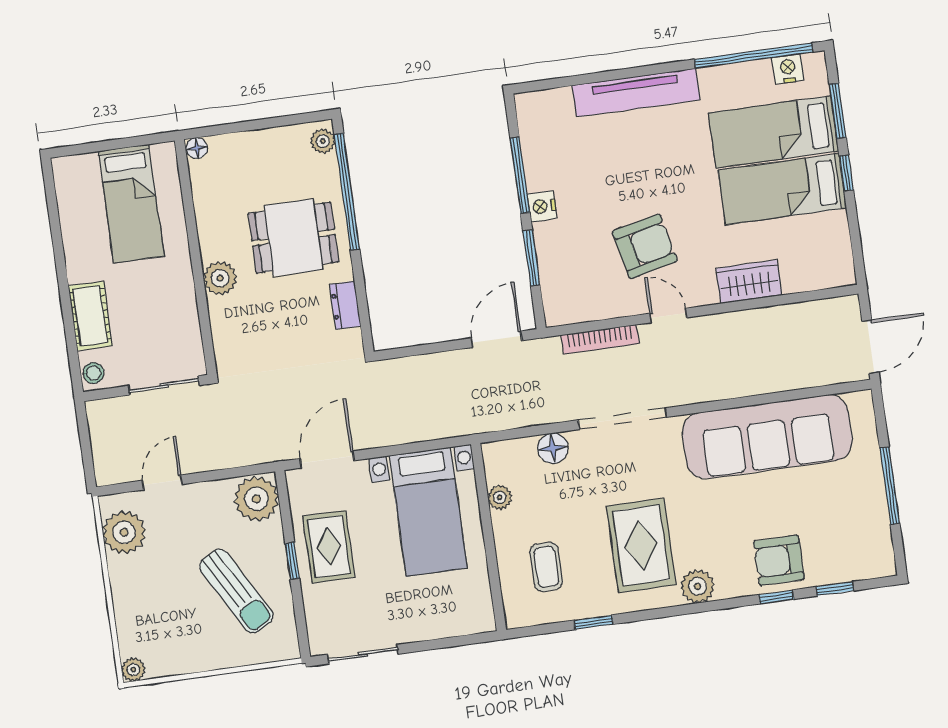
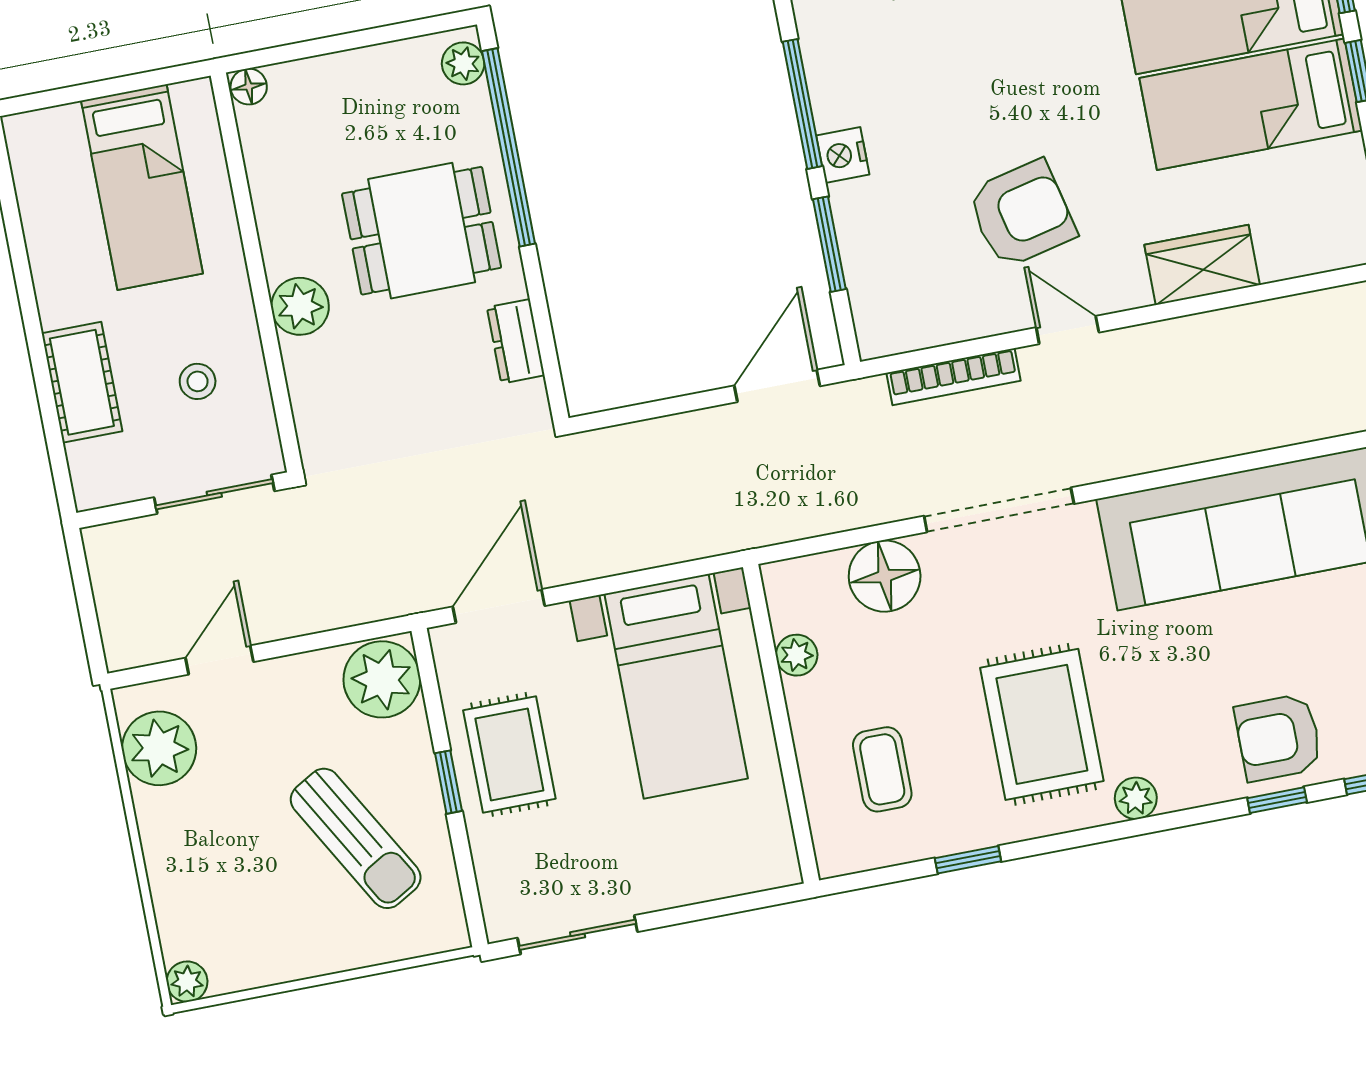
stool: (94, 373) -> (198, 381), moved
floor lamp: (553, 448) -> (885, 576), width x1.38, depth x1.38
plant: (698, 586) -> (1136, 798), width x0.73, depth x0.73

